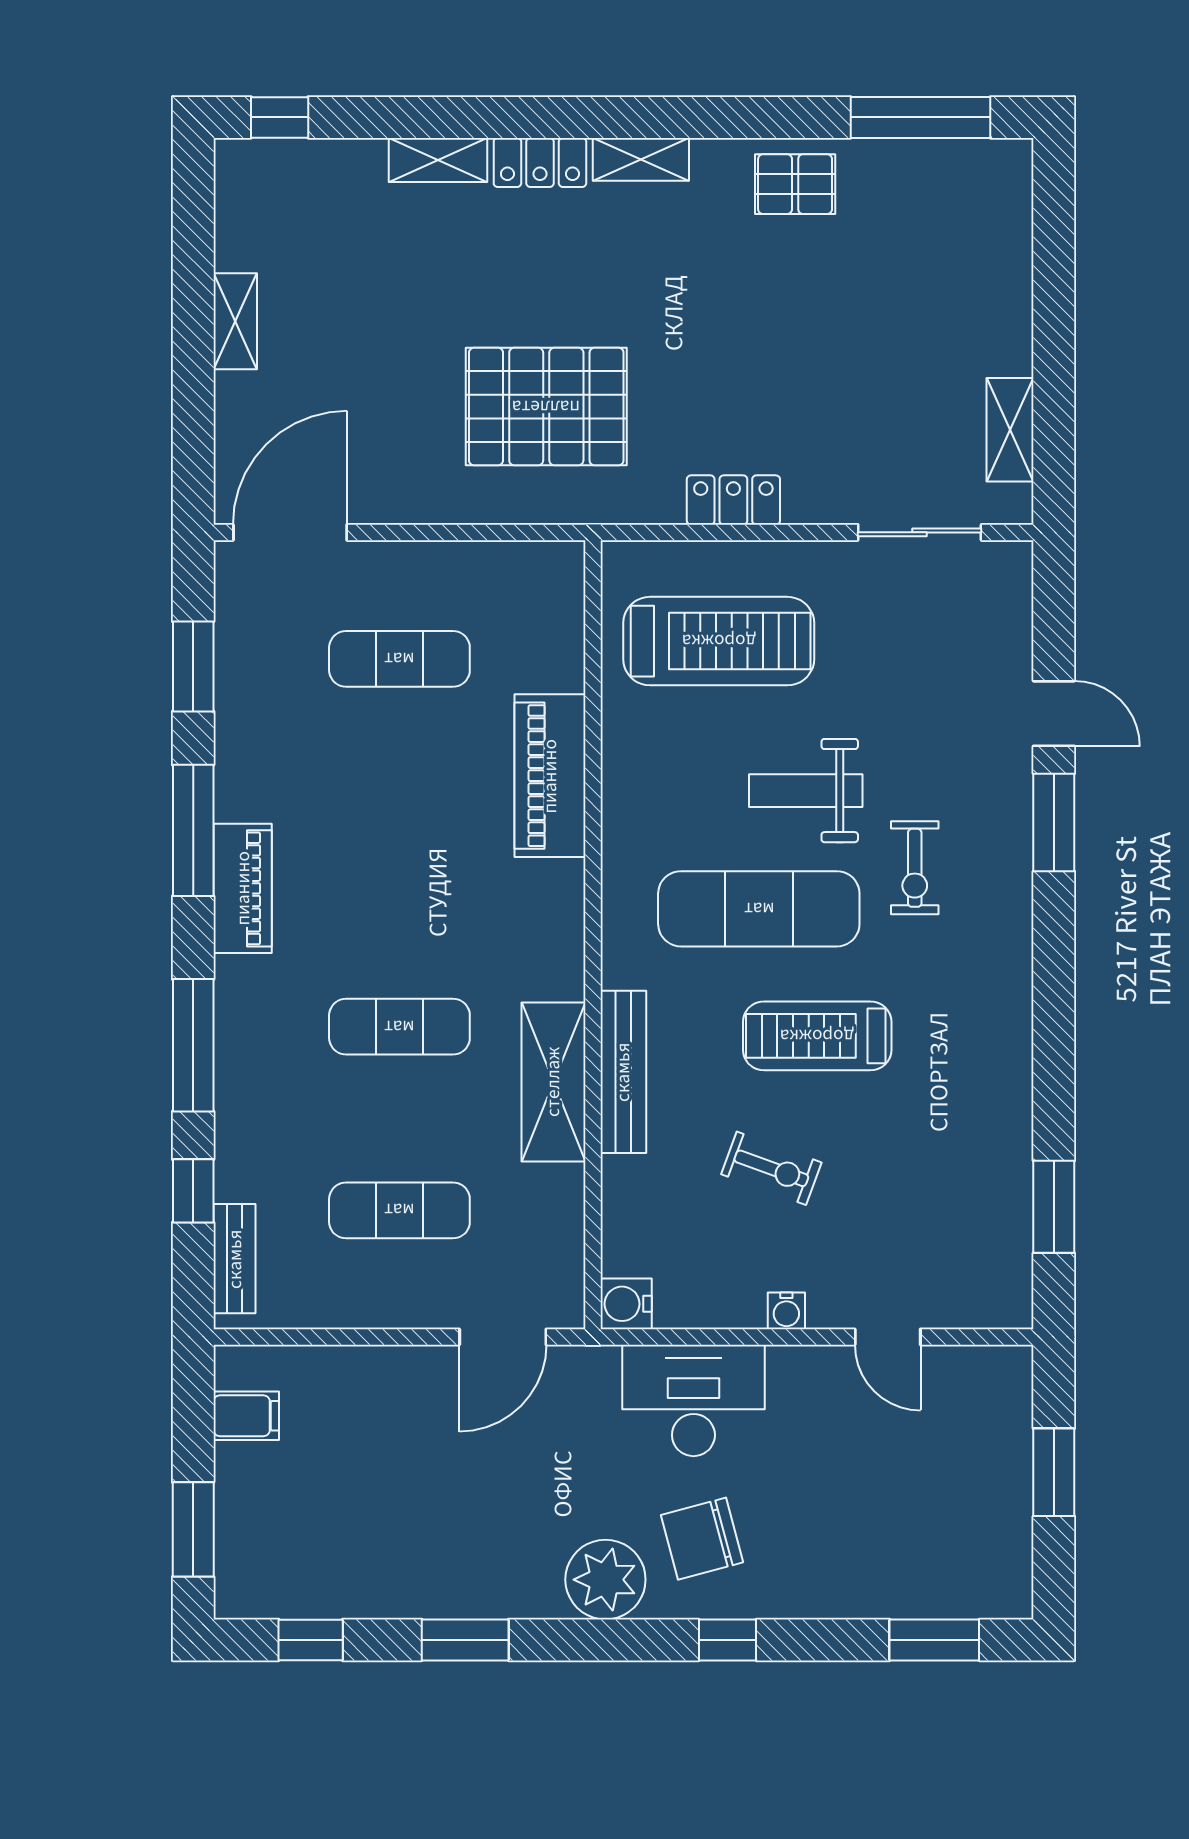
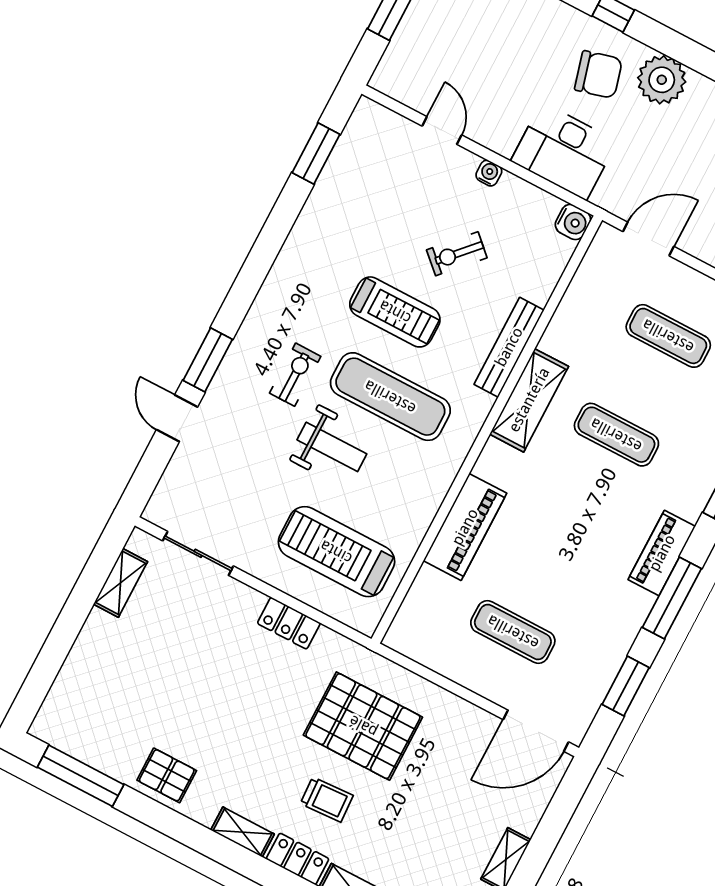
trolley: (543, 272) -> (327, 800), added
shelving: (553, 1082) -> (529, 400), moved
exercise bike: (771, 1168) -> (457, 254), turned -67

